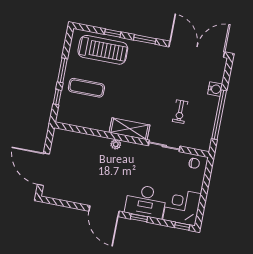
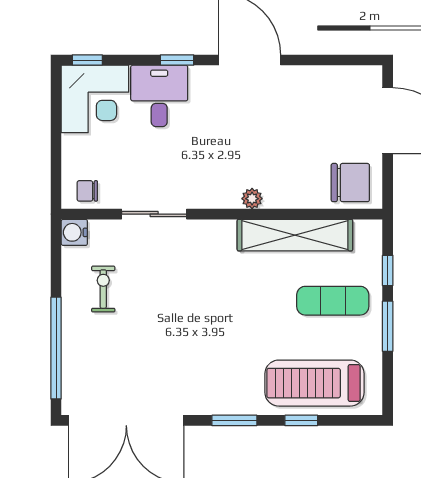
water cooler: (215, 89) -> (74, 232), moved
exercise bike: (180, 112) -> (103, 289), moved
window: (219, 115) -> (56, 348), moved
shelving: (130, 129) -> (295, 235), moved, width x1.47
chair: (67, 143) -> (350, 183), added
desk: (146, 201) -> (159, 96), width x0.73

